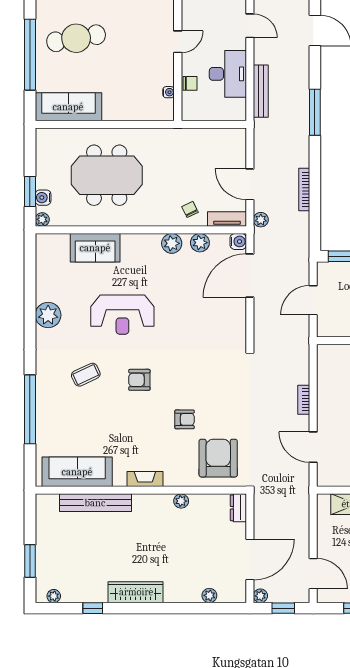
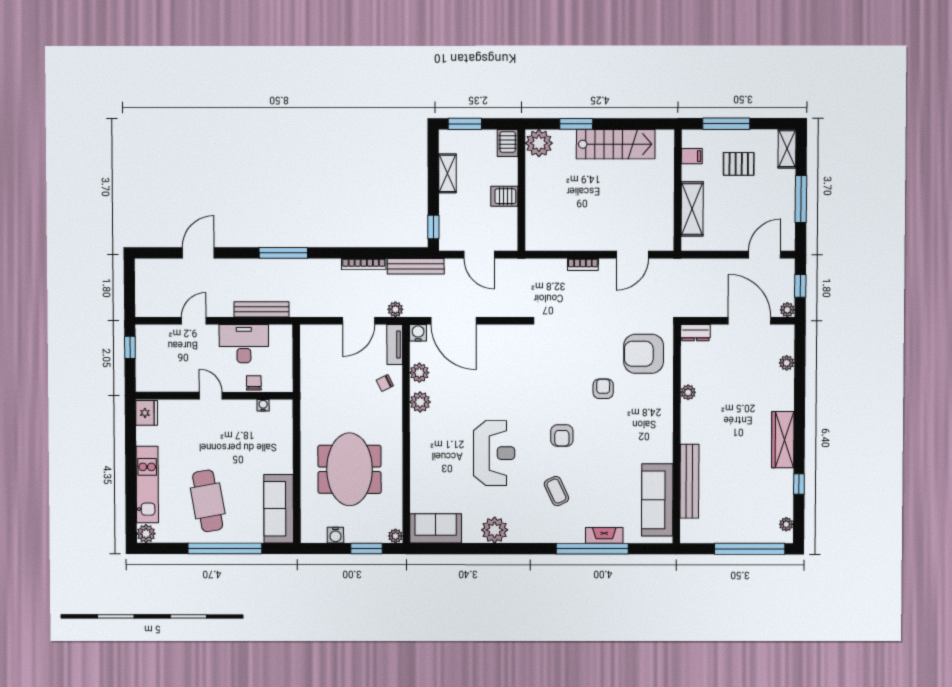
water cooler: (43, 198) -> (335, 535), moved
bench: (302, 239) -> (416, 266), added
sofa: (95, 248) -> (436, 528), moved, turned -90
fireplace: (145, 479) -> (604, 535), moved, turned 90
window: (30, 561) -> (750, 549), width x2.11

